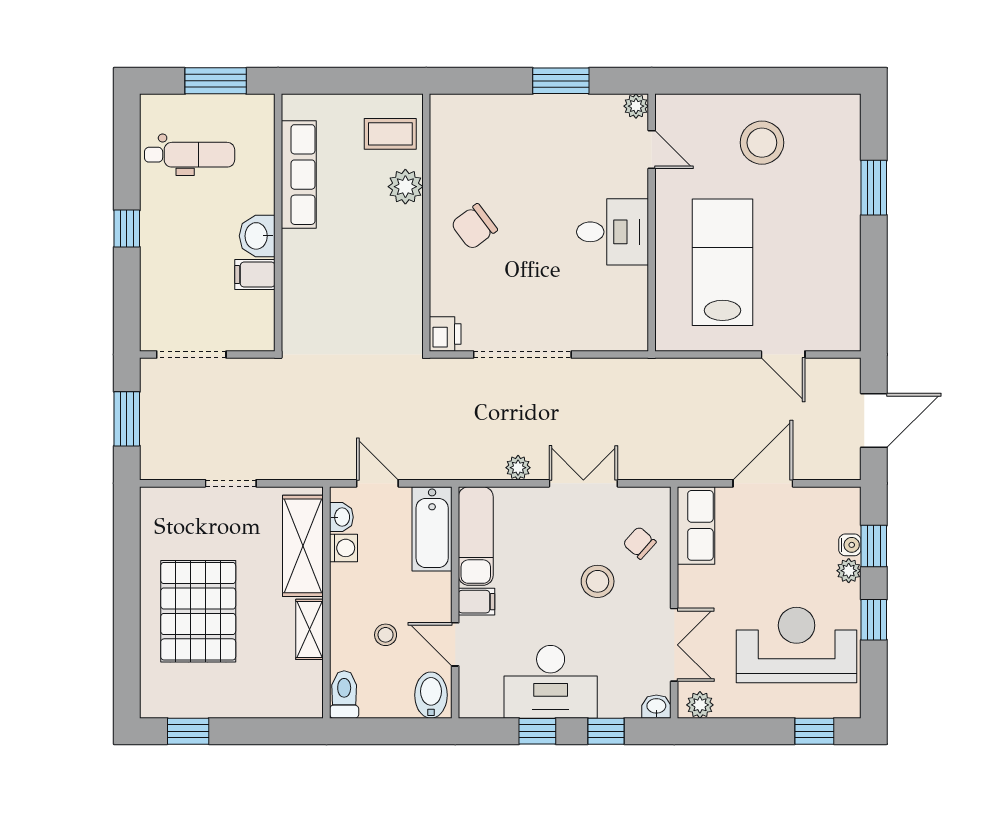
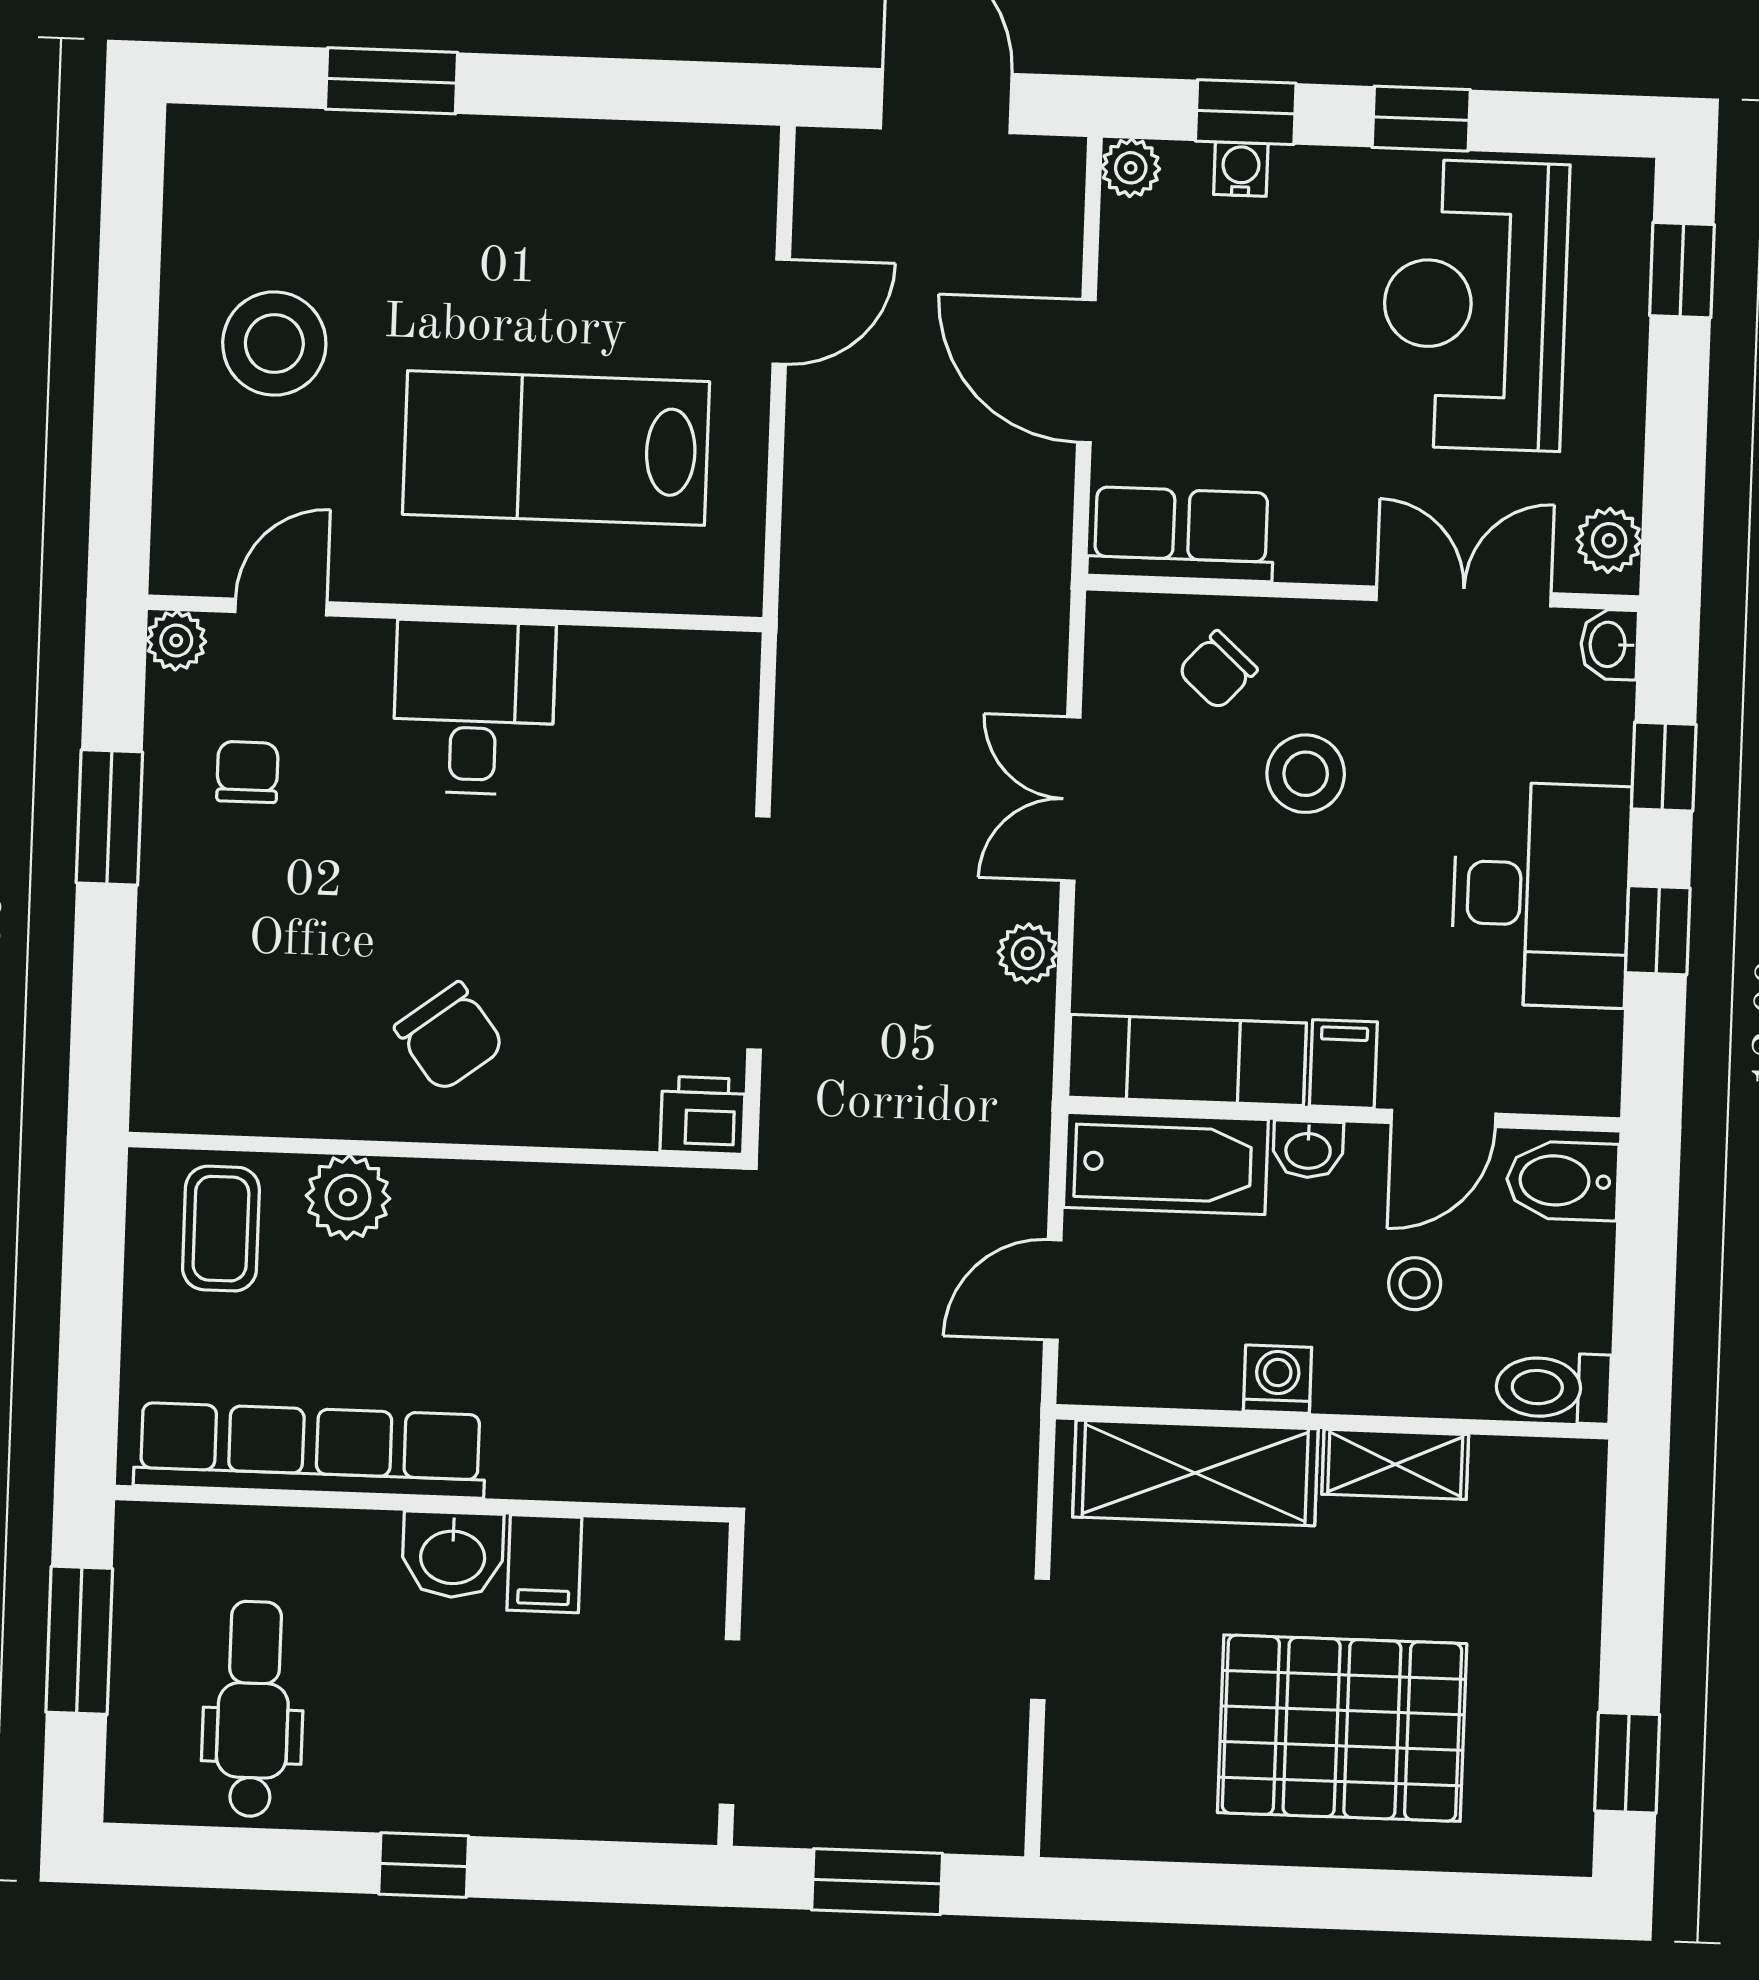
chair: (582, 138) -> (247, 772), added
row of seats: (299, 175) -> (310, 1450), width x1.36
washbasin: (341, 517) -> (1308, 1149), moved, turned 180
washing machine: (343, 548) -> (1278, 1379), moved
plant: (849, 571) -> (1131, 168), moved

